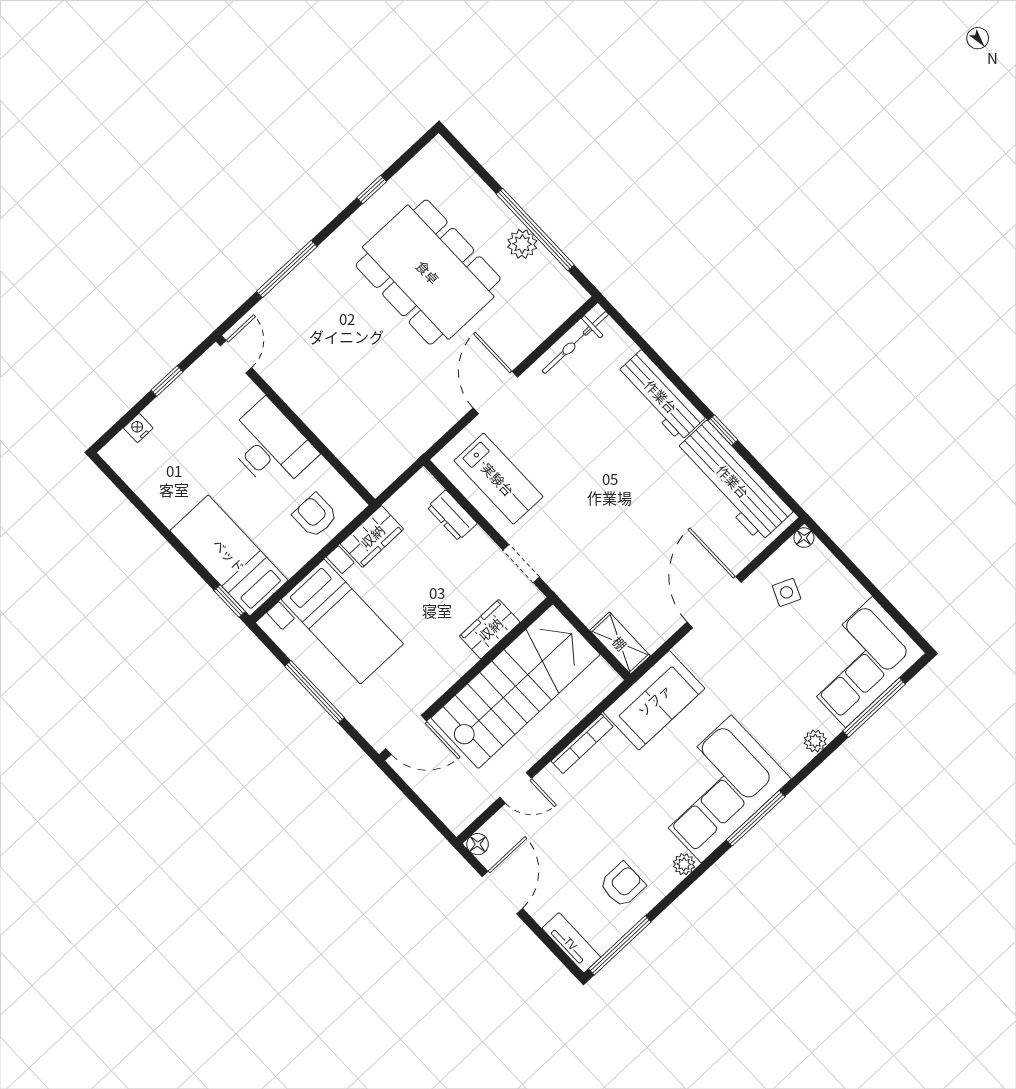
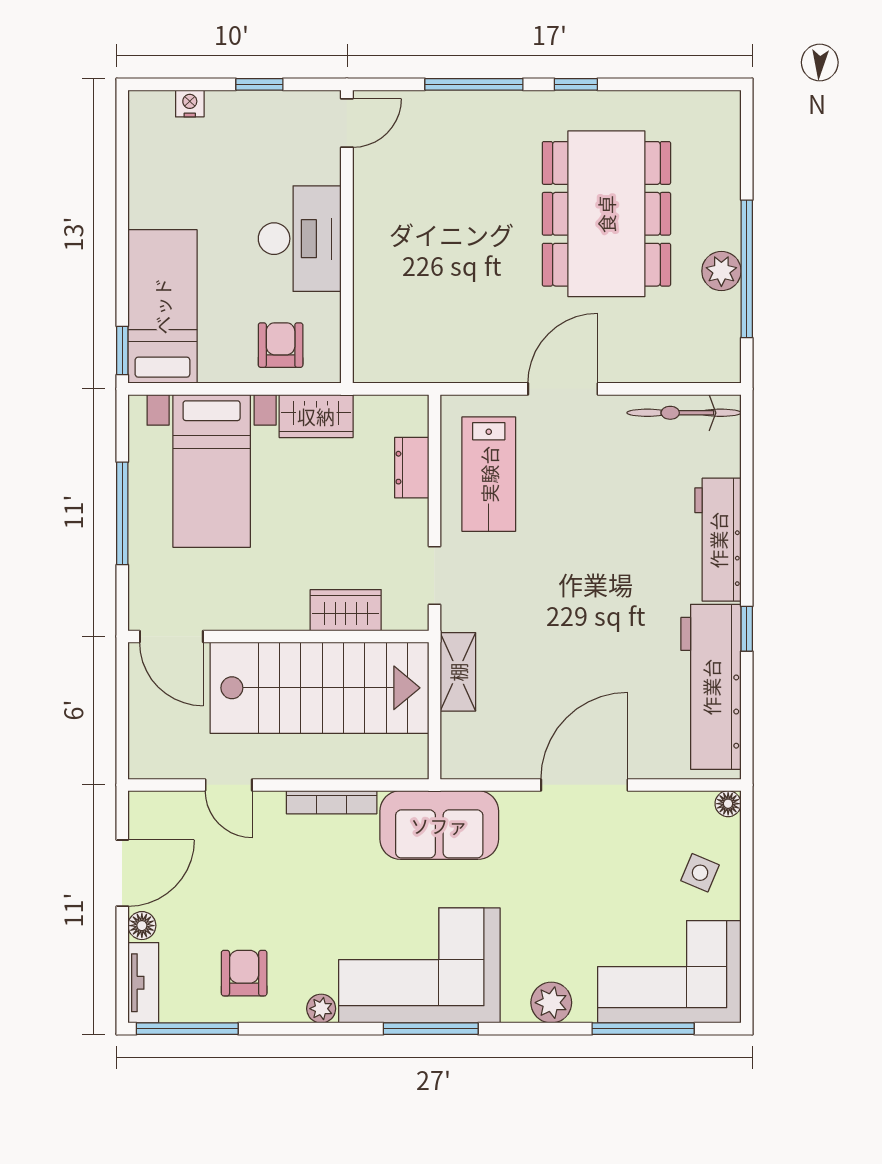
window: (372, 190) -> (576, 84), moved
side table: (787, 592) -> (700, 873), moved
shelving: (620, 643) -> (458, 672), moved
plant: (815, 741) -> (551, 1003), width x1.38, depth x1.38
floor lamp: (478, 844) -> (142, 926), moved
armchair: (622, 885) -> (244, 973), turned -90

